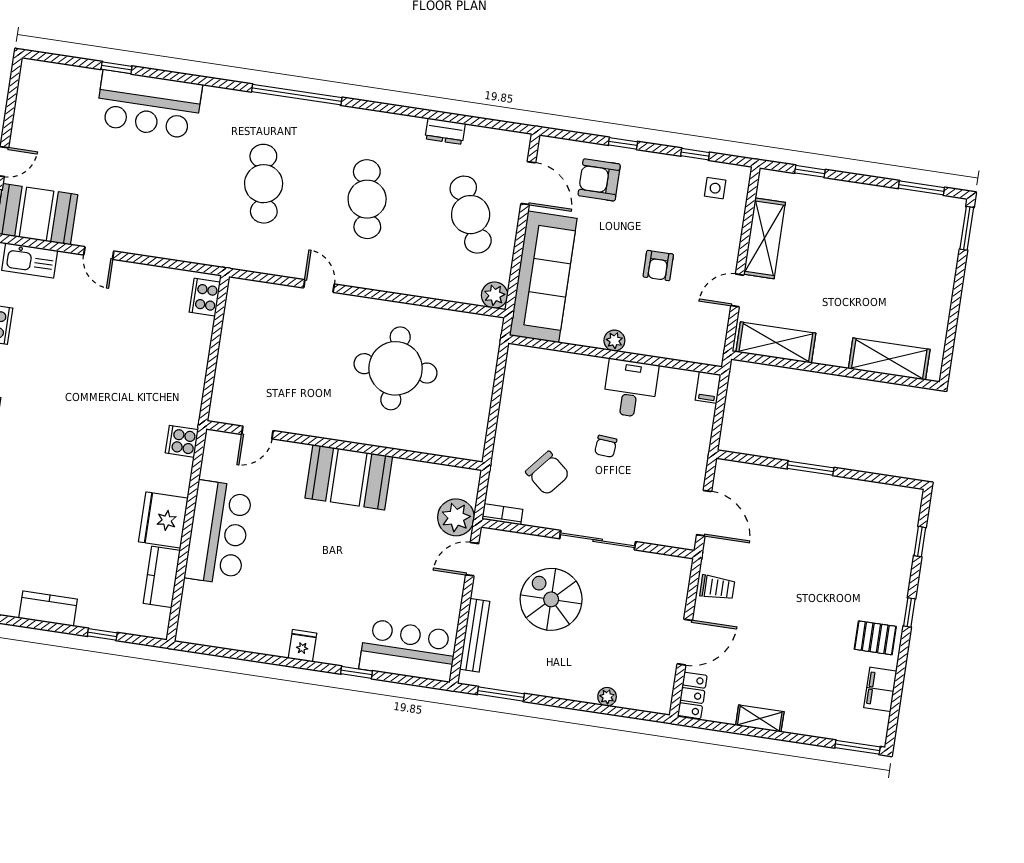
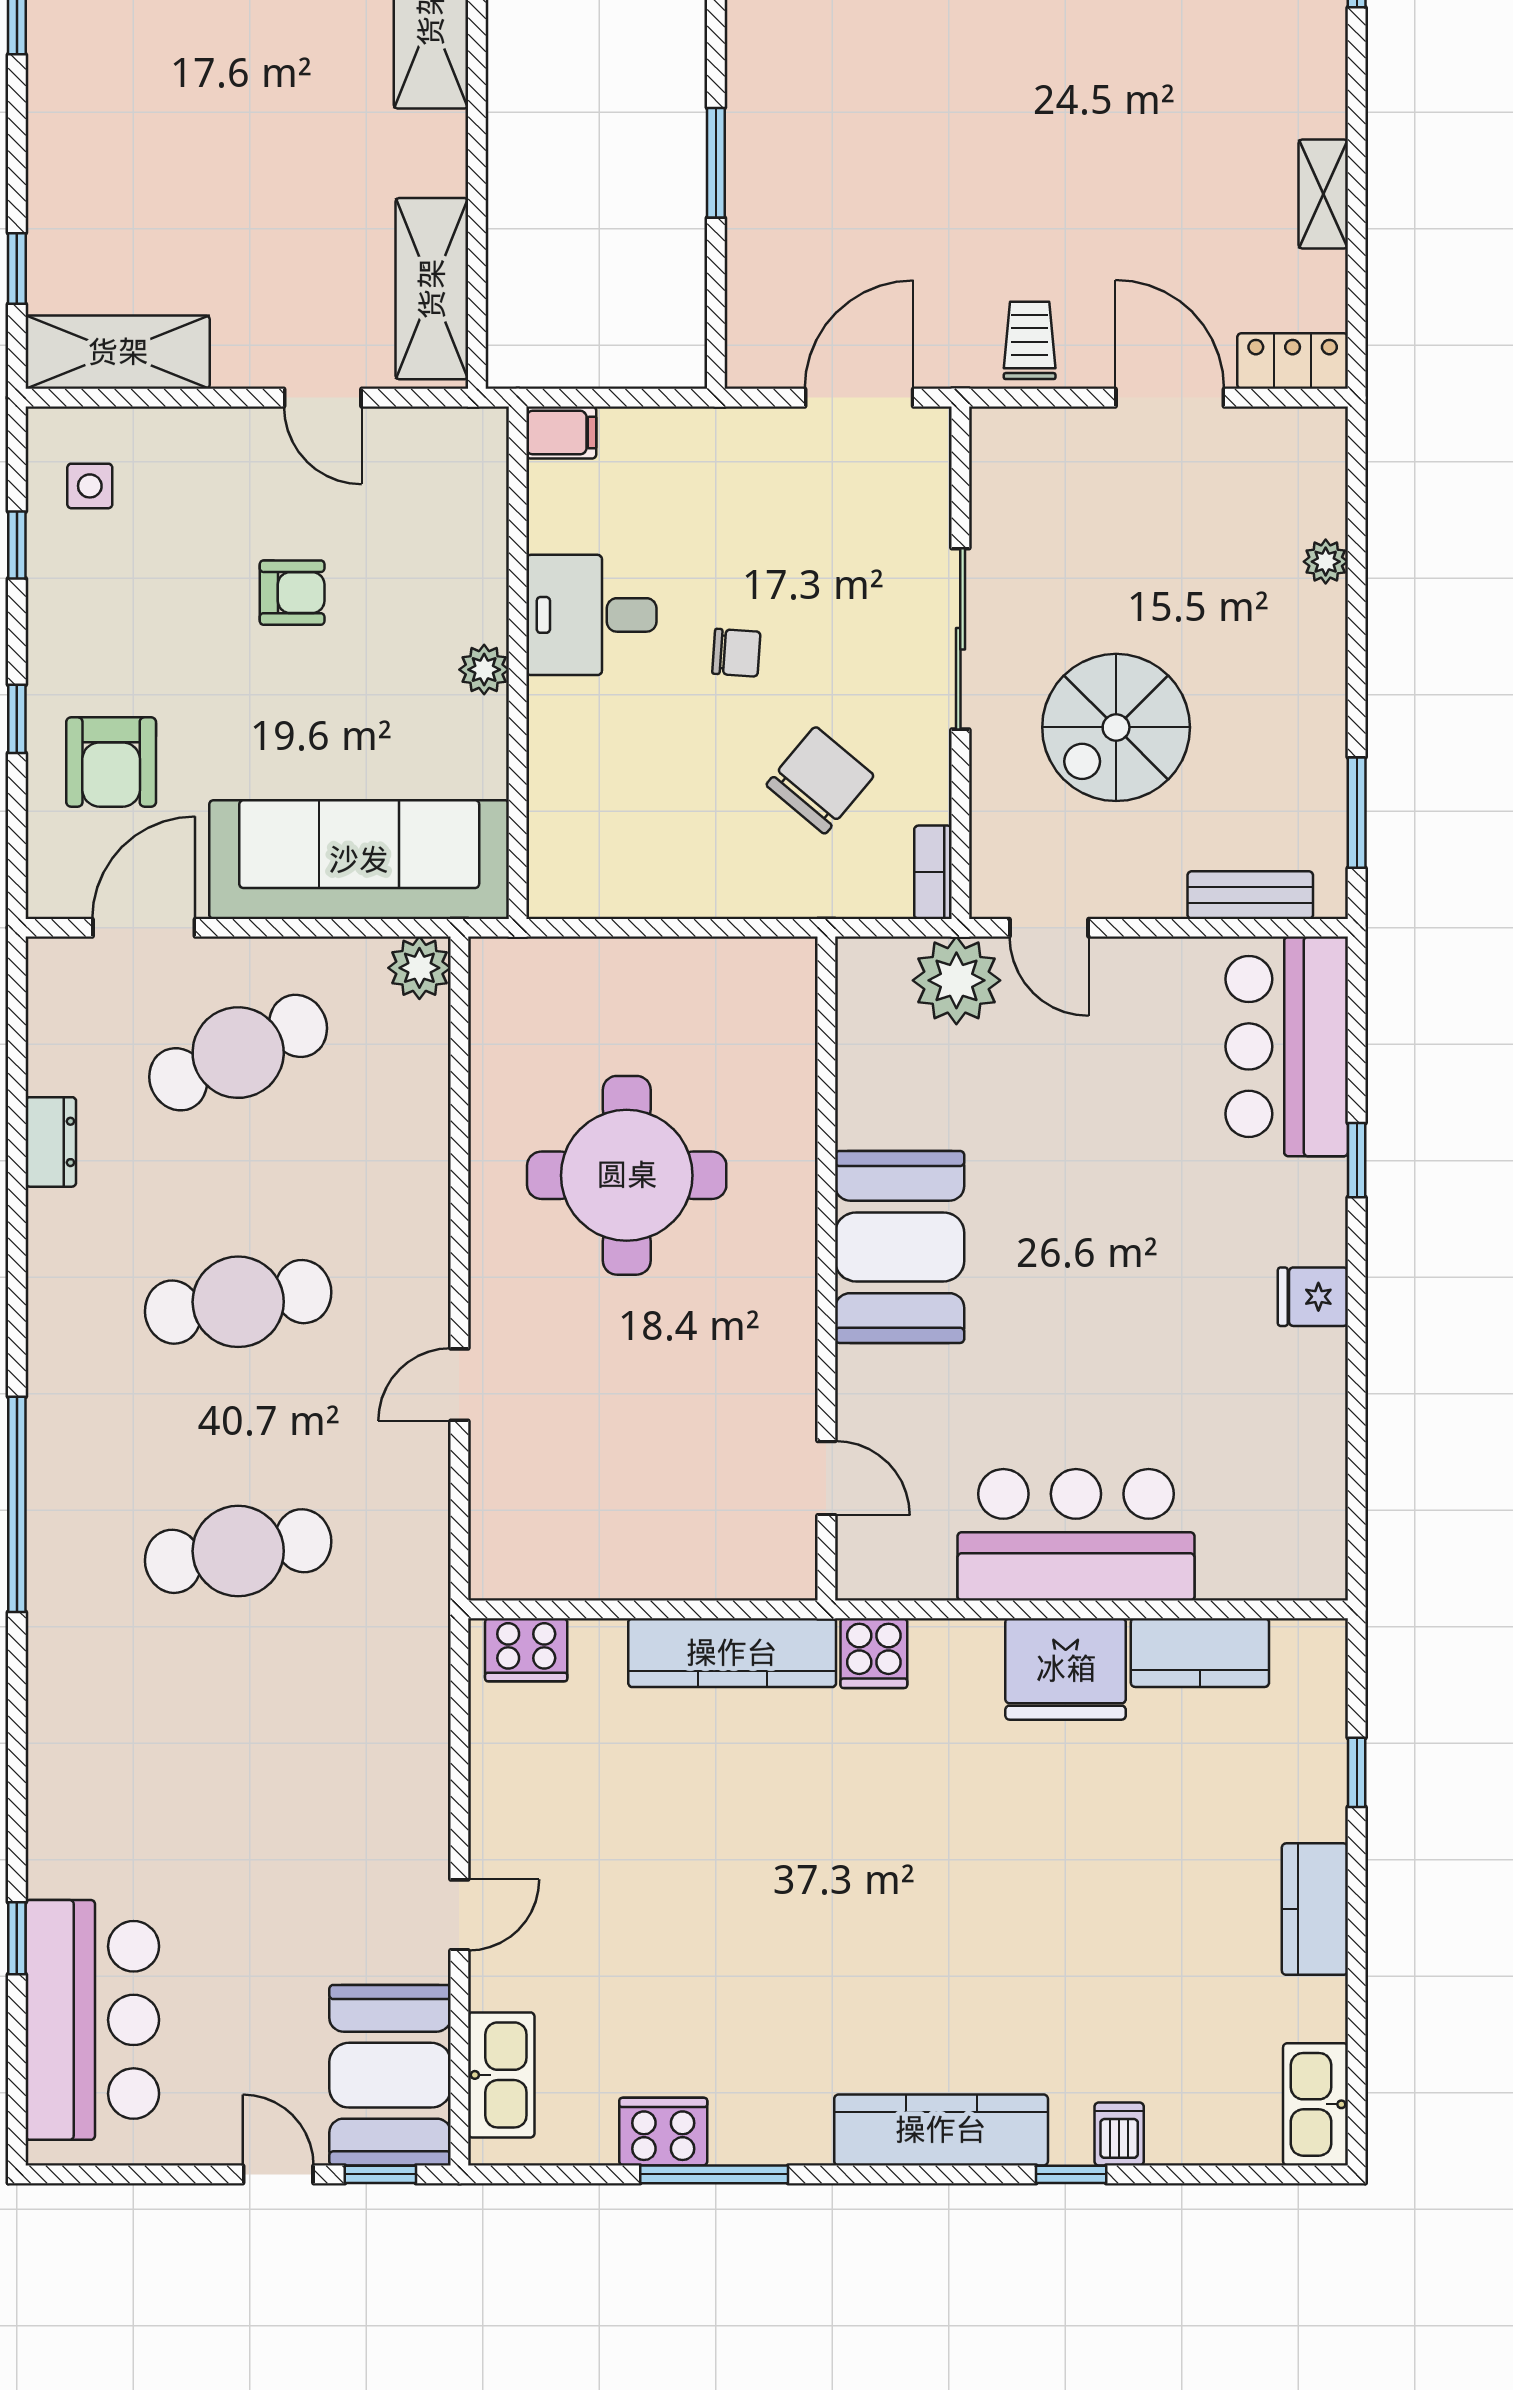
bar counter: (149, 105) -> (92, 2020), moved
shelving: (764, 238) -> (118, 352), moved
kitchen counter: (191, 383) -> (732, 1653), added
bench: (475, 635) -> (1250, 895), width x0.73

